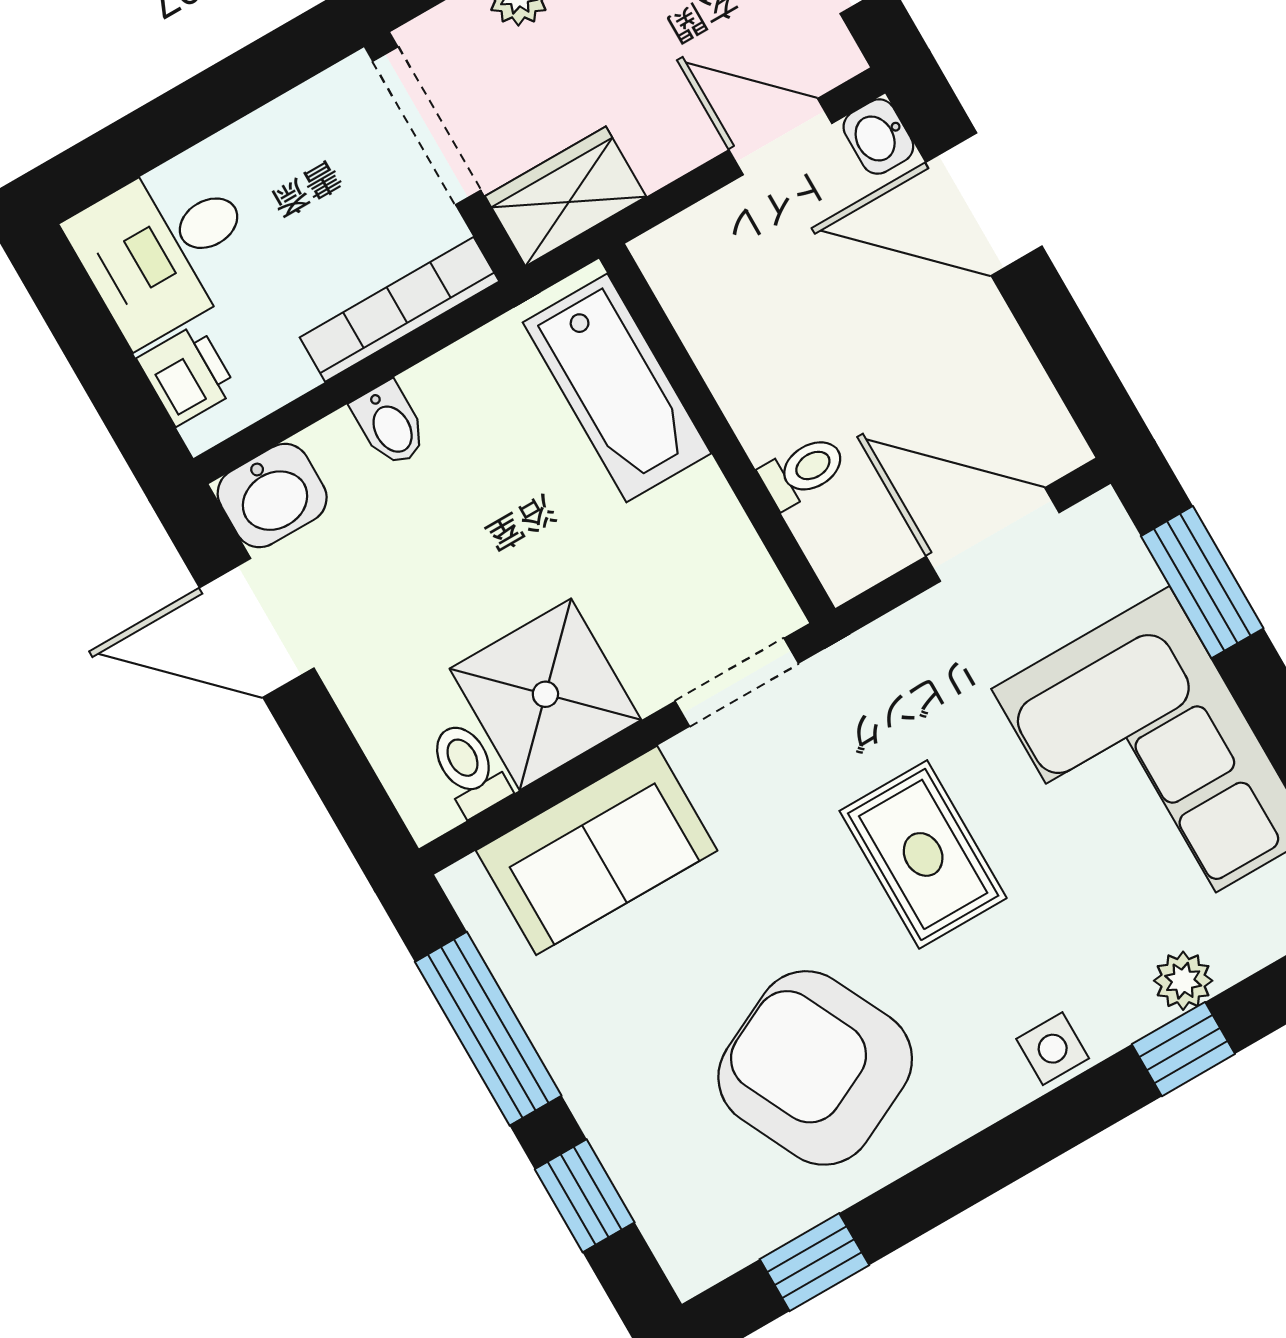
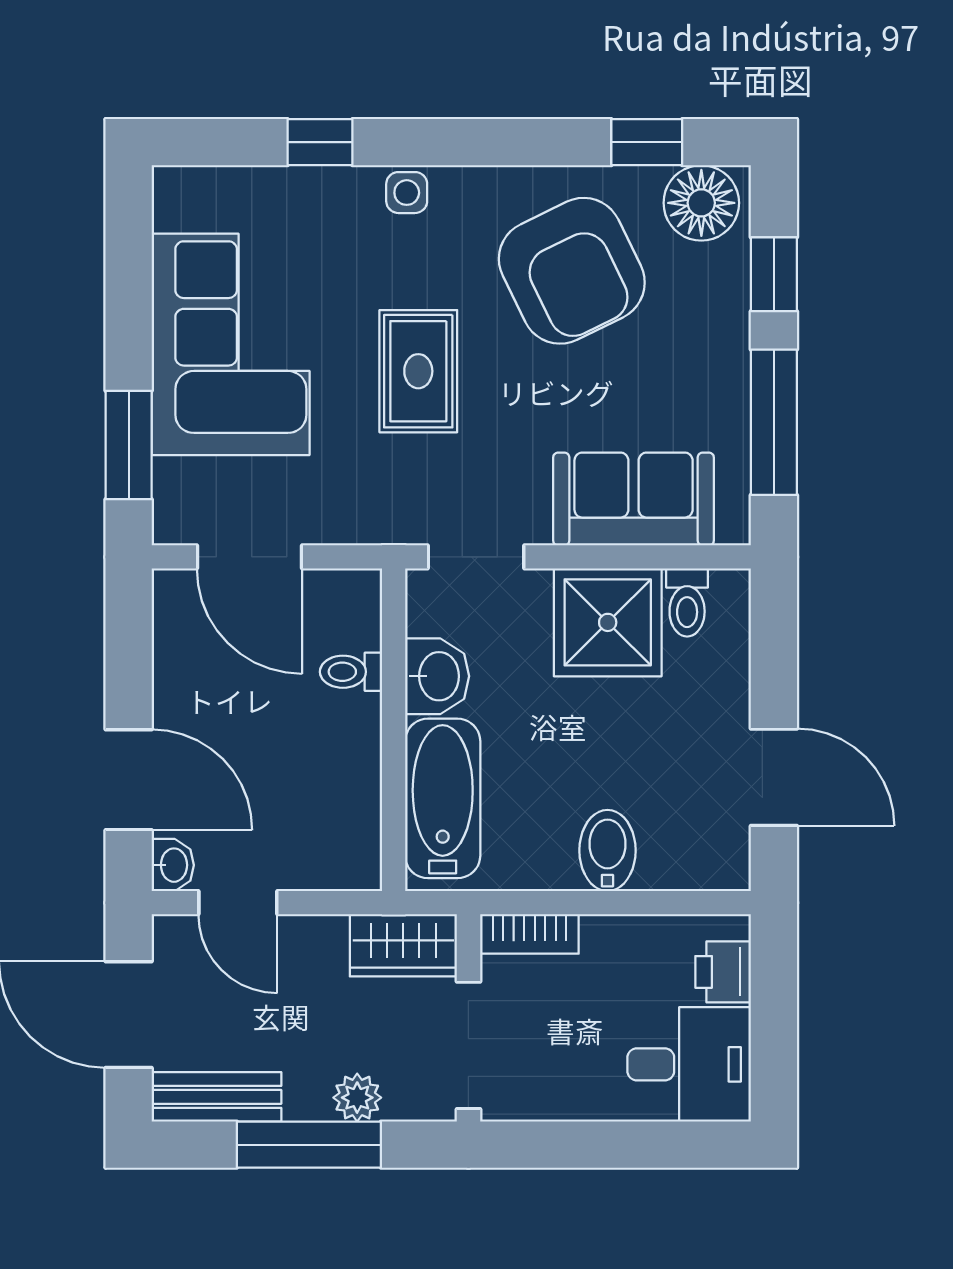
bookcase: (399, 309) -> (529, 934), width x0.64
bidet: (390, 424) -> (607, 850), width x1.38, depth x1.36
washbasin: (272, 496) -> (437, 676), moved, turned 90
plant: (1183, 981) -> (294, 188), removed
floor lamp: (713, 1229) -> (701, 203), added

